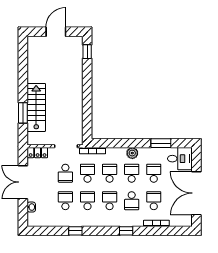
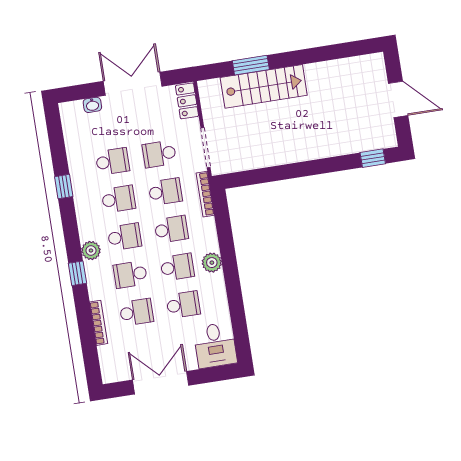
window: (161, 143) -> (237, 309), removed
double door: (196, 193) -> (161, 383), width x0.73
plant: (114, 221) -> (91, 251), added

